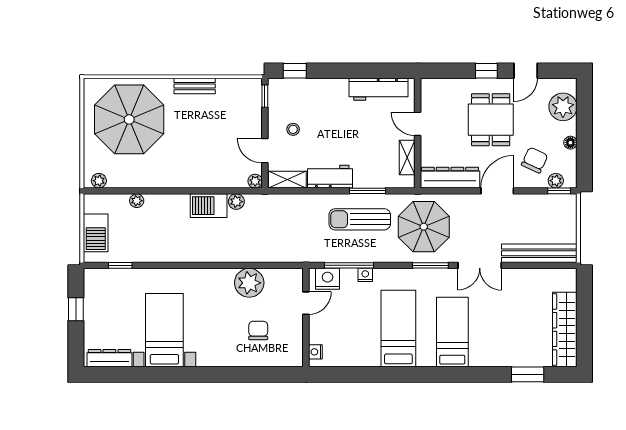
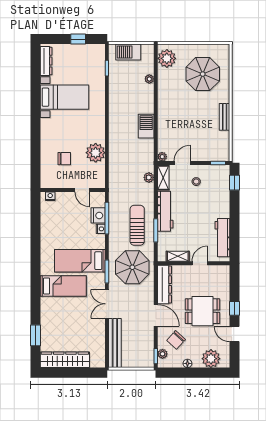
parasol: (129, 119) -> (203, 74), width x0.73, depth x0.73
chair: (535, 160) -> (176, 340), turned 108
workbench: (330, 177) -> (165, 211), width x1.37
plant: (99, 181) -> (167, 58), width x1.88, depth x1.88
plant: (236, 202) -> (149, 177), moved
nightstand: (327, 279) -> (98, 215), moved
bed: (398, 329) -> (80, 261), moved, turned 180

